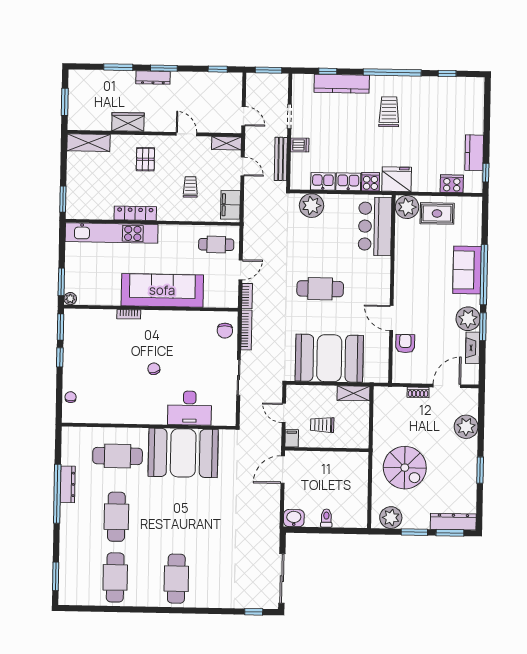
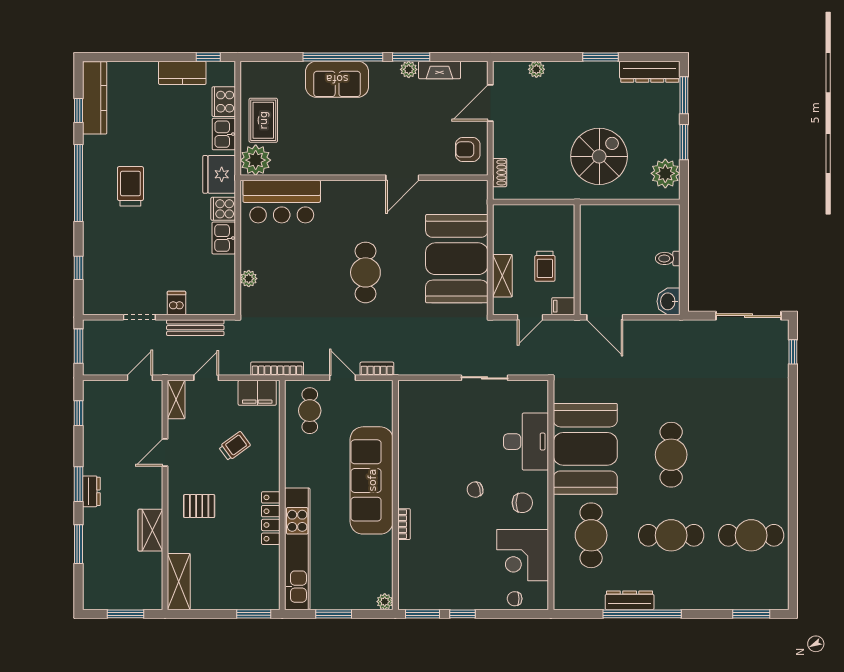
dresser: (153, 78) -> (91, 491), width x0.70
kitchen counter: (342, 84) -> (95, 98), moved
trolley: (389, 112) -> (130, 186), turned 90
kitchen sink: (323, 181) -> (224, 134), moved
trolley: (190, 187) -> (235, 446), turned 144
plant: (312, 206) -> (249, 279), width x0.53, depth x0.53
window: (61, 282) -> (334, 614), moved
plant: (468, 319) -> (409, 69), width x0.53, depth x0.53
bookcase: (246, 330) -> (277, 369), moved
chair: (225, 331) -> (522, 503), moved
armchair: (405, 344) -> (468, 149), moved
door: (447, 386) -> (490, 103), hinge flipped
shoe rack: (418, 392) -> (500, 173), moved
shelving: (353, 393) -> (502, 276), moved
corner desk: (104, 404) -> (523, 555), added
plant: (466, 427) -> (536, 69), width x0.53, depth x0.53
dresser: (453, 522) -> (650, 72), moved, turned -90
cafe table: (176, 579) -> (671, 455), moved, turned 90

